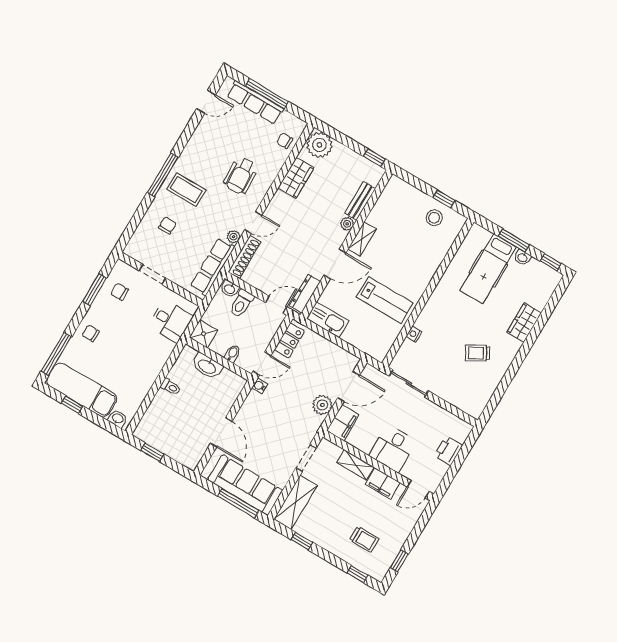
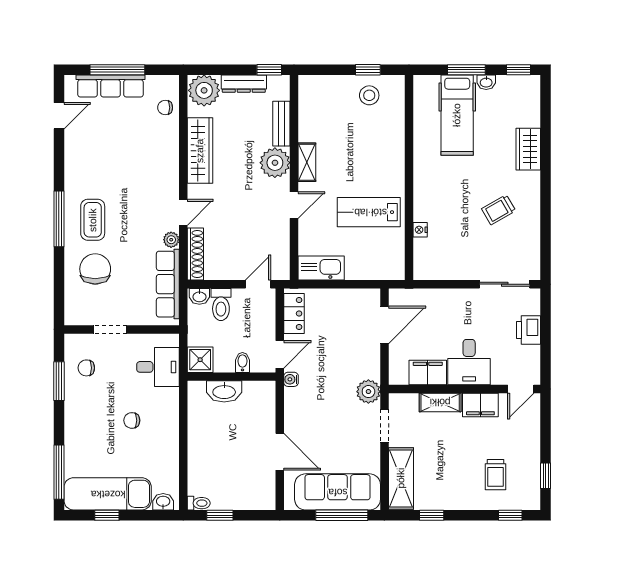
wheelchair: (241, 176) -> (141, 171), removed
wardrobe: (296, 178) -> (200, 151), width x1.50
coffee table: (186, 190) -> (93, 220), turned 90
plant: (347, 224) -> (275, 163), width x1.87, depth x1.87
chair: (167, 225) -> (95, 269), width x1.87, depth x1.87
door: (335, 264) -> (294, 205), width x0.73
dresser: (305, 294) -> (244, 84), moved, turned -90
lab bench: (385, 300) -> (369, 212), turned 180
chair: (91, 333) -> (132, 420), moved
sliding door: (409, 383) -> (505, 284), moved
toilet: (171, 387) -> (199, 503), moved
plant: (322, 405) -> (368, 392), moved
filing cabinet: (343, 423) -> (428, 372), moved, turned -90
trolley: (364, 539) -> (496, 475), turned 90

